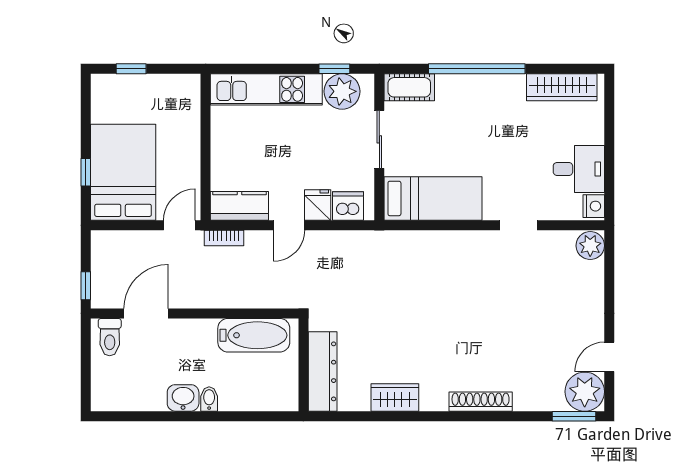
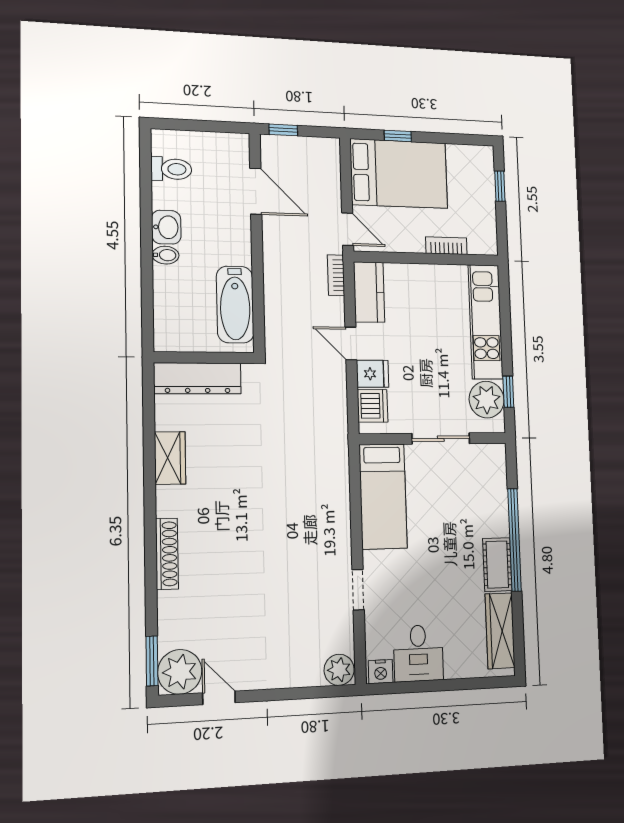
cot: (409, 87) -> (497, 565), moved
bookcase: (192, 127) -> (446, 246), added
toilet: (110, 337) -> (171, 169), moved, turned 180

